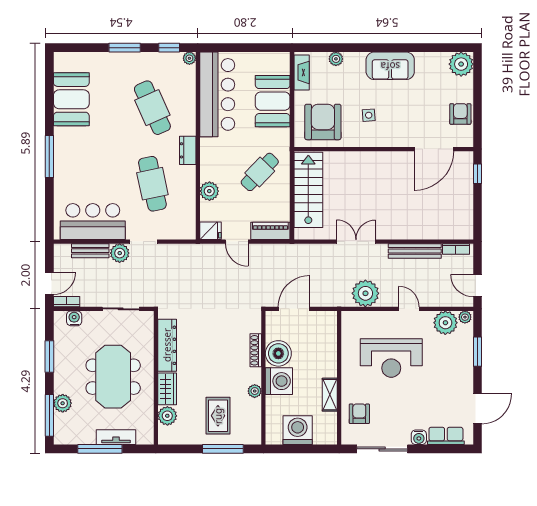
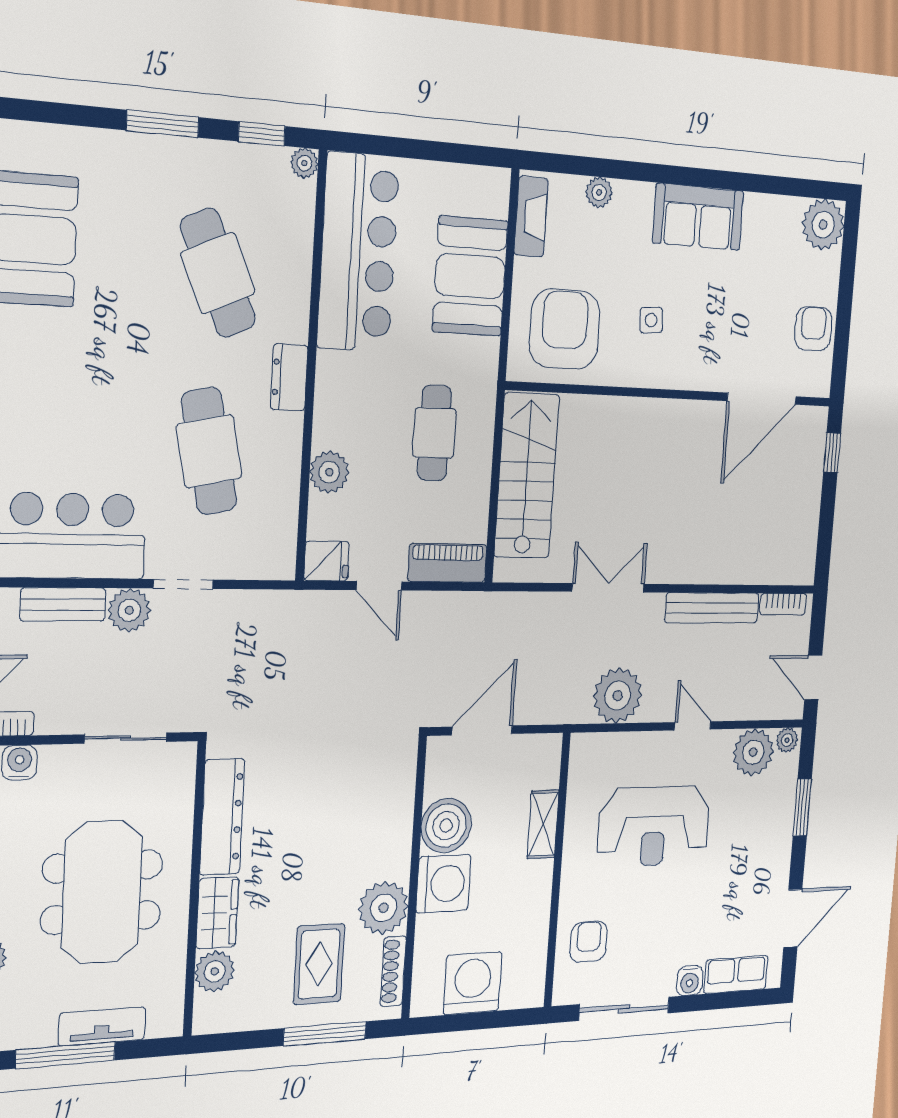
cafe table: (260, 172) -> (434, 433), turned -44
shoe rack: (256, 350) -> (393, 971), moved
plant: (255, 391) -> (384, 908), width x1.87, depth x1.87
shelving: (330, 395) -> (543, 824), moved

